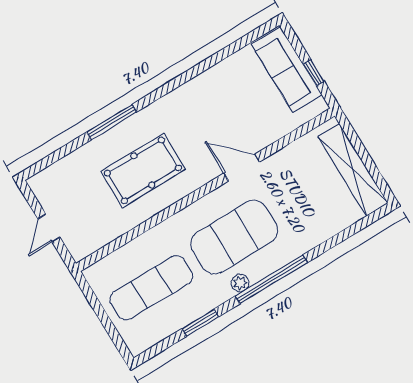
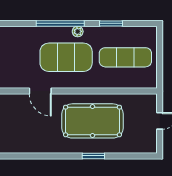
window: (112, 122) -> (93, 156), width x0.69
pool table: (143, 170) -> (92, 121), width x1.36, depth x1.32

